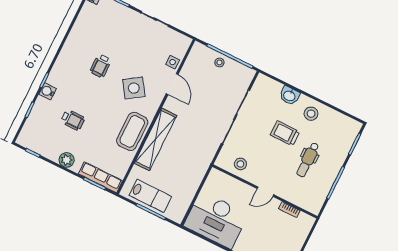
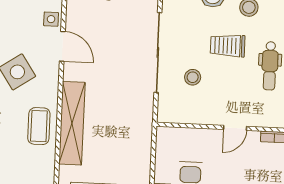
coffee table: (132, 131) -> (39, 126), width x0.73, depth x0.76
stool: (240, 164) -> (193, 77), moved

